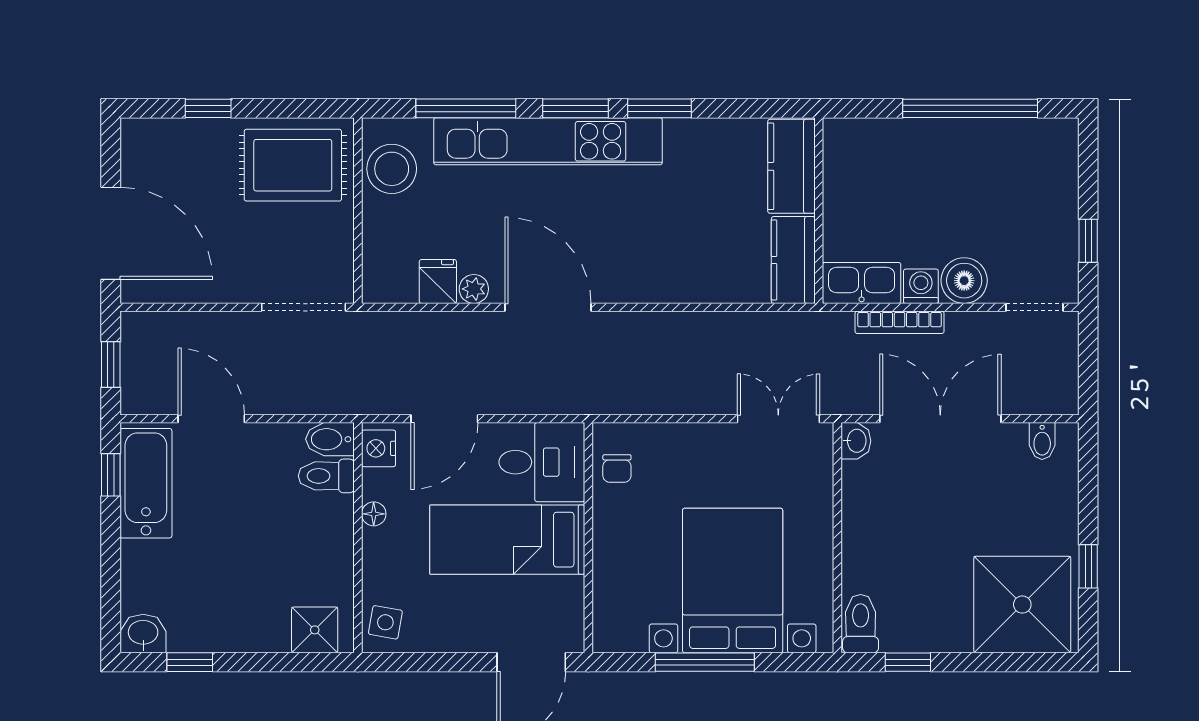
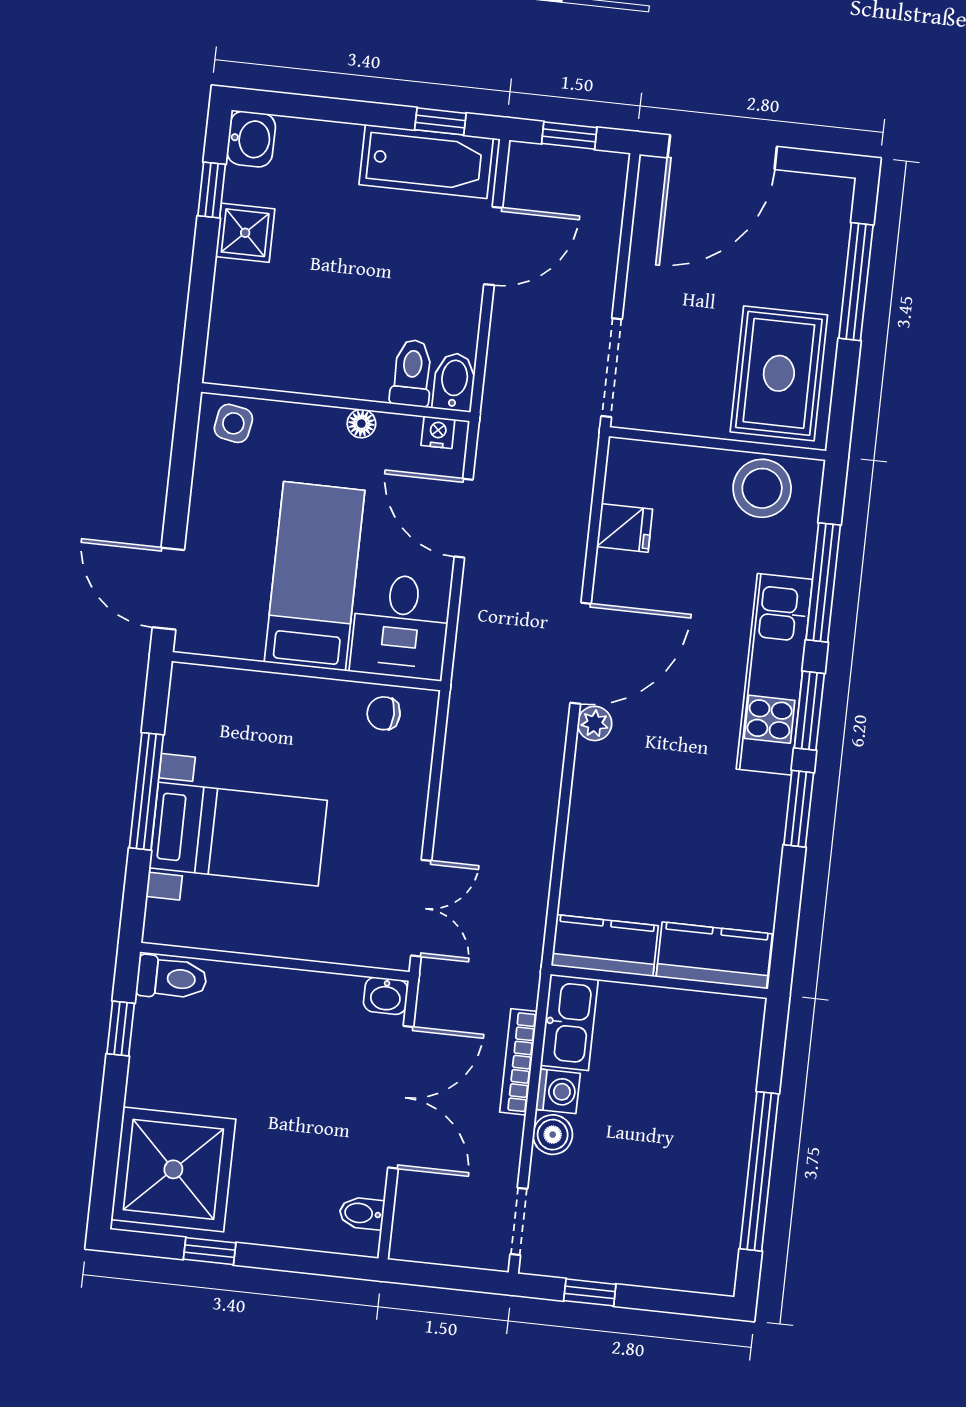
window: (208, 108) -> (856, 282), width x2.17
kitchen unit: (548, 141) -> (774, 674), width x0.73
boiler: (964, 281) -> (553, 1135), width x0.73, depth x0.73
plant: (474, 289) -> (595, 723), moved
nightstand: (379, 448) -> (438, 432), width x0.72, depth x0.74
bed with nightstands: (733, 580) -> (238, 834), width x0.73
shower: (315, 630) -> (245, 233), moved

